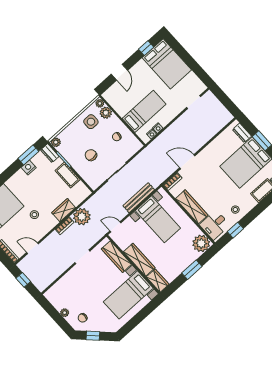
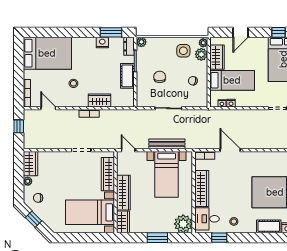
wardrobe: (119, 105) -> (217, 57), added
plant: (82, 217) -> (109, 118), removed
wardrobe: (55, 299) -> (30, 164), added

